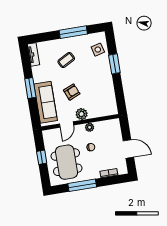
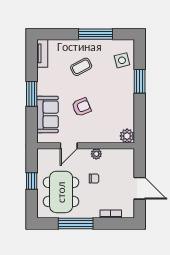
sofa: (46, 102) -> (47, 114), width x0.73
plant: (82, 114) -> (127, 136), moved

